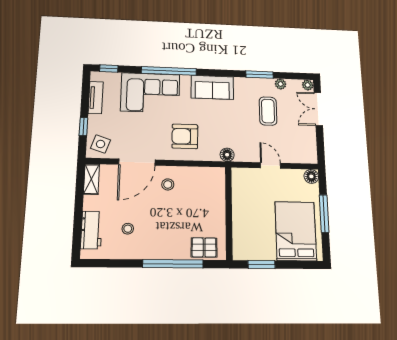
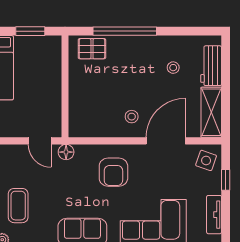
armchair: (185, 136) -> (113, 172), turned 90
door: (271, 165) -> (40, 141), moved
shelving: (91, 179) -> (211, 112), width x1.50, depth x1.33

